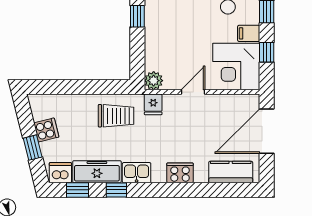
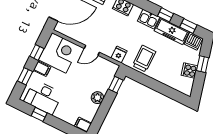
window: (137, 16) -> (116, 85), moved
plant: (154, 81) -> (97, 98), moved
trolley: (116, 116) -> (144, 59), turned 90

